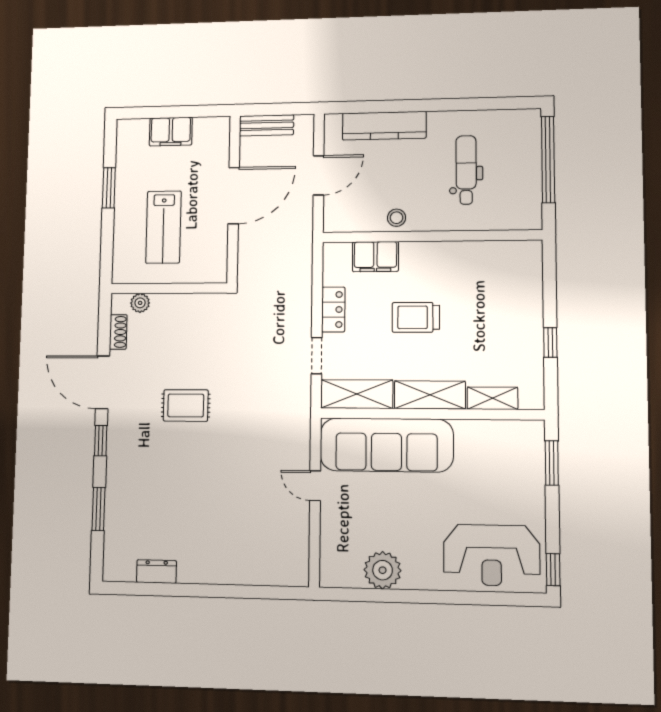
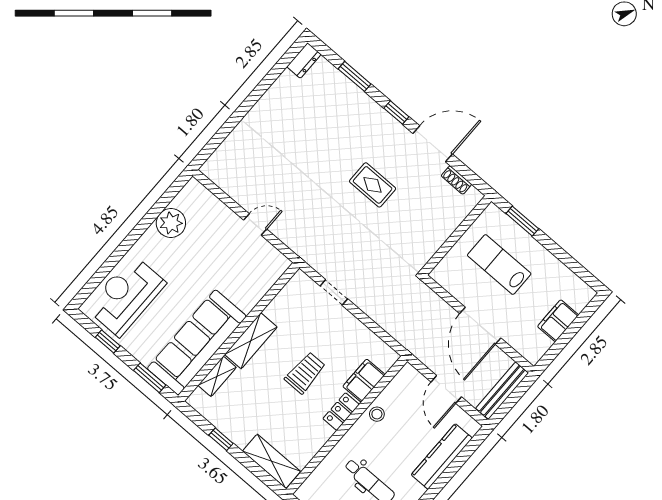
bench: (266, 125) -> (502, 391), width x1.36
window: (109, 188) -> (522, 221), moved
plant: (140, 303) -> (463, 209), removed
locker: (333, 309) -> (341, 412), moved, turned 90
shelving: (357, 394) -> (272, 461), moved, turned 90
rug: (186, 405) -> (373, 185), turned 90
sofa: (386, 445) -> (197, 342), moved
window: (553, 570) -> (108, 341), moved
dresser: (156, 571) -> (304, 60), moved

